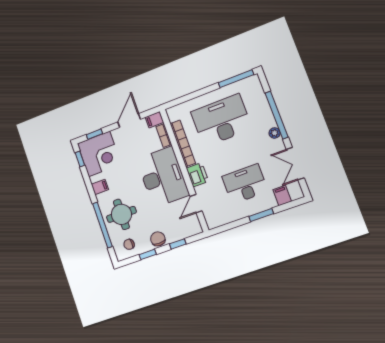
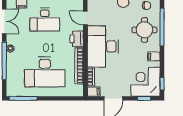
door: (196, 204) -> (85, 18), swing flipped

